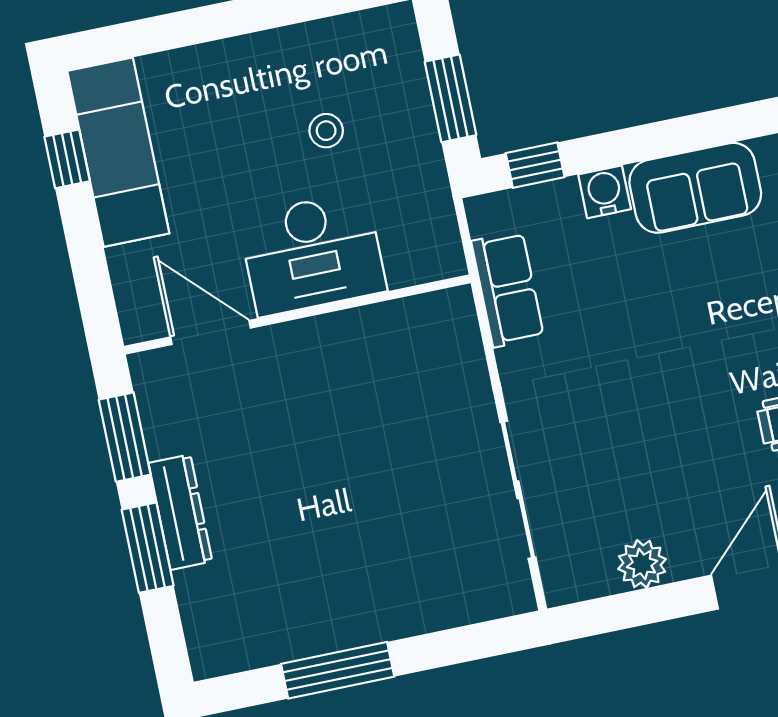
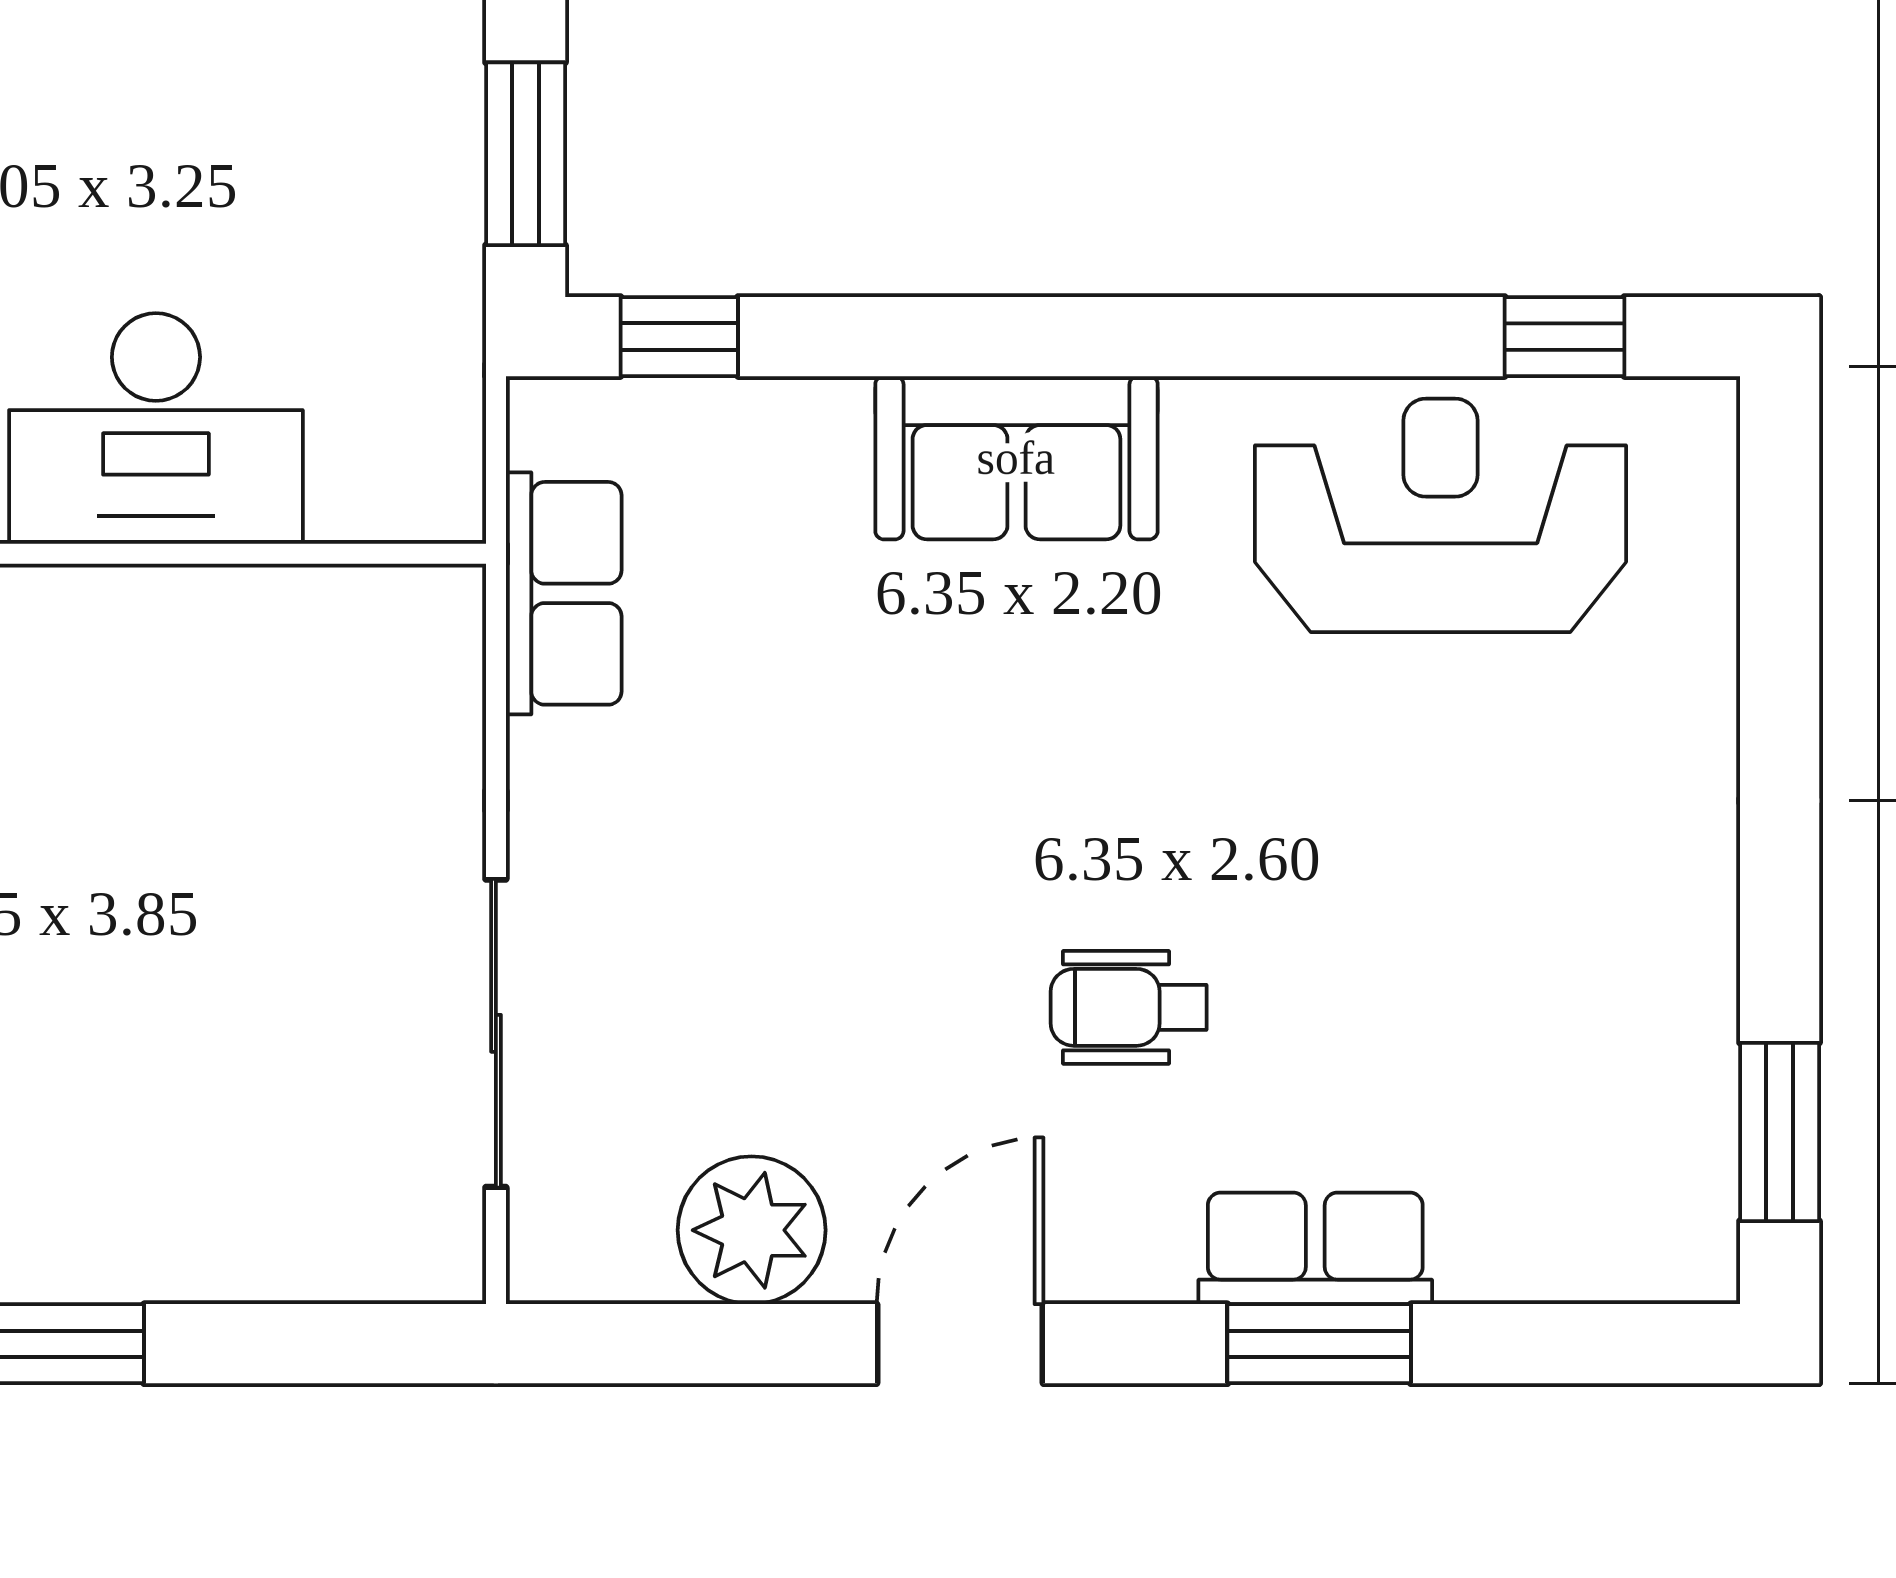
stool: (326, 131) -> (241, 168), removed
water cooler: (605, 192) -> (818, 426), removed
plant: (642, 564) -> (752, 1230), width x1.36, depth x1.36

